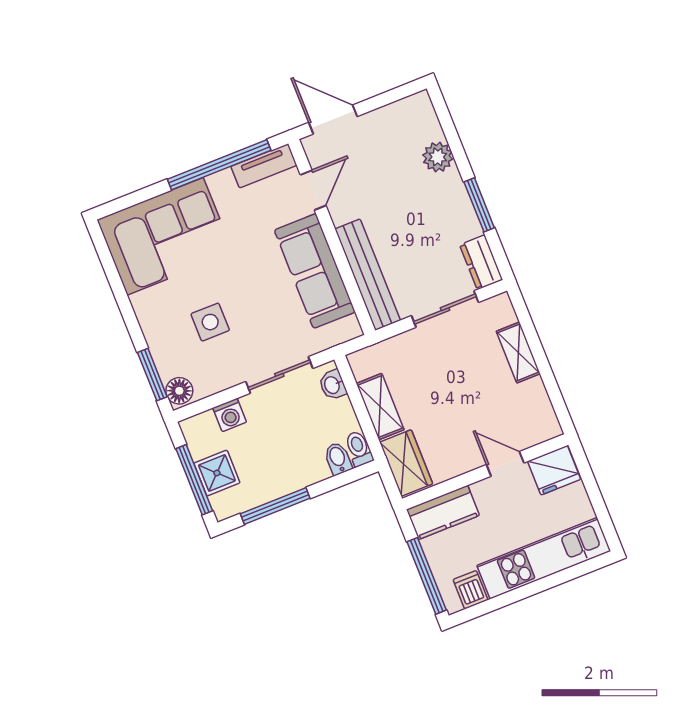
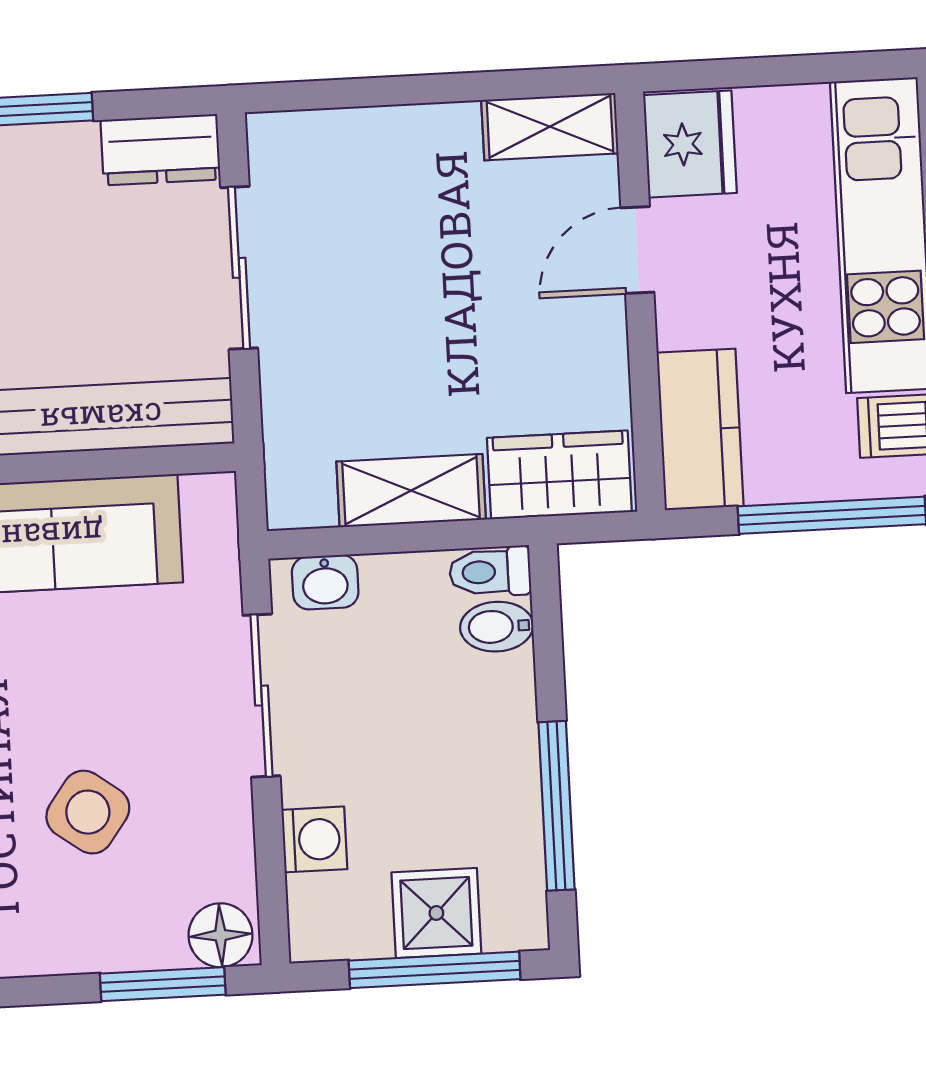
side table: (210, 322) -> (88, 812), turned 36
shelving: (518, 352) -> (550, 127), moved

